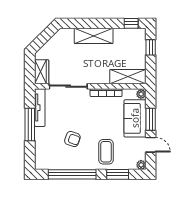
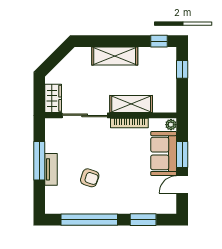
shelving: (128, 77) -> (131, 104), moved
tv unit: (40, 108) -> (51, 169), moved, width x0.71
door: (151, 145) -> (182, 185), swing flipped
coffee table: (106, 152) -> (129, 193), removed
plant: (141, 165) -> (171, 208), removed

